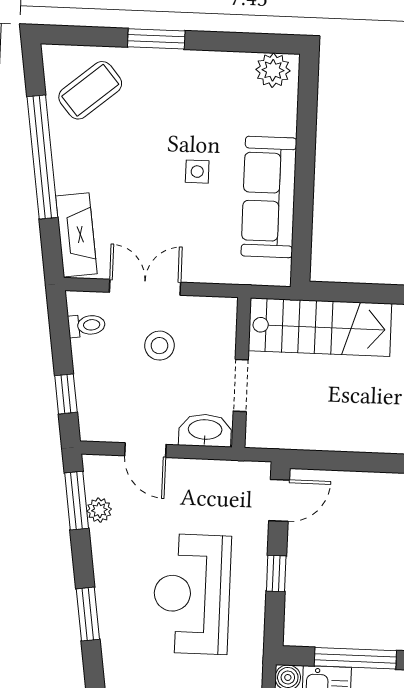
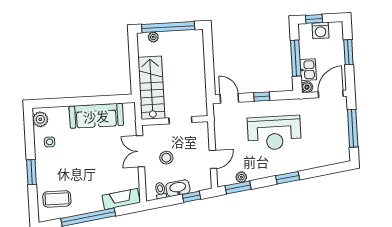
coffee table: (90, 90) -> (57, 199), turned -50
side table: (197, 172) -> (50, 142), moved
double door: (145, 287) -> (140, 151), moved
washbasin: (205, 430) -> (178, 188), moved, turned 82

